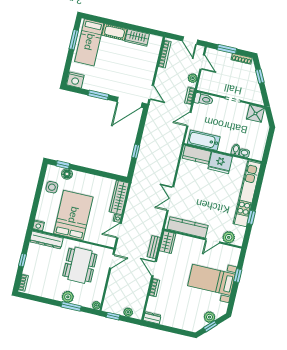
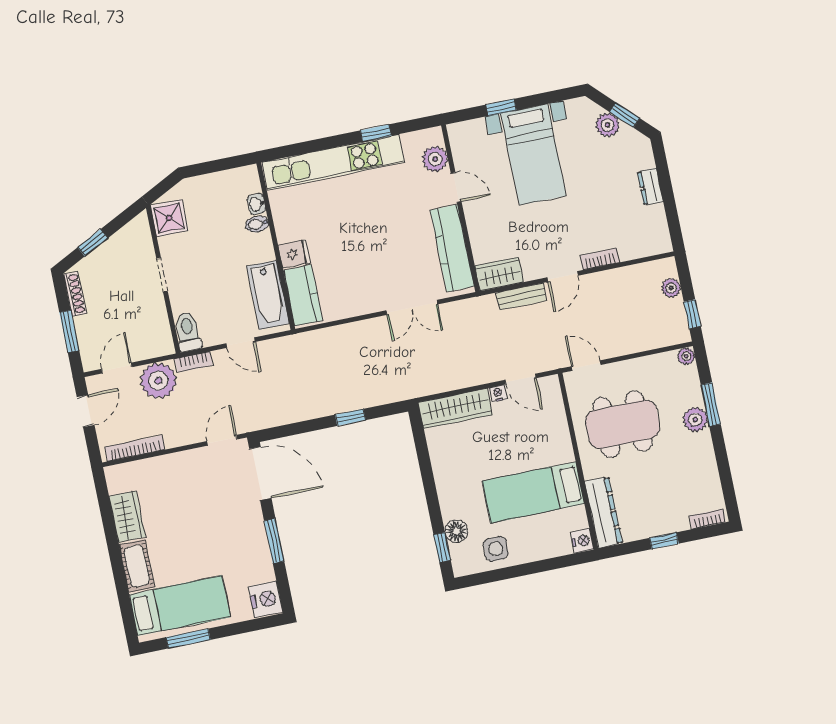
plant: (193, 78) -> (158, 381), width x1.88, depth x1.88
fridge: (220, 163) -> (294, 254), width x0.53, depth x0.75
bed: (73, 215) -> (533, 492), width x0.67
dresser: (152, 318) -> (650, 187), moved

